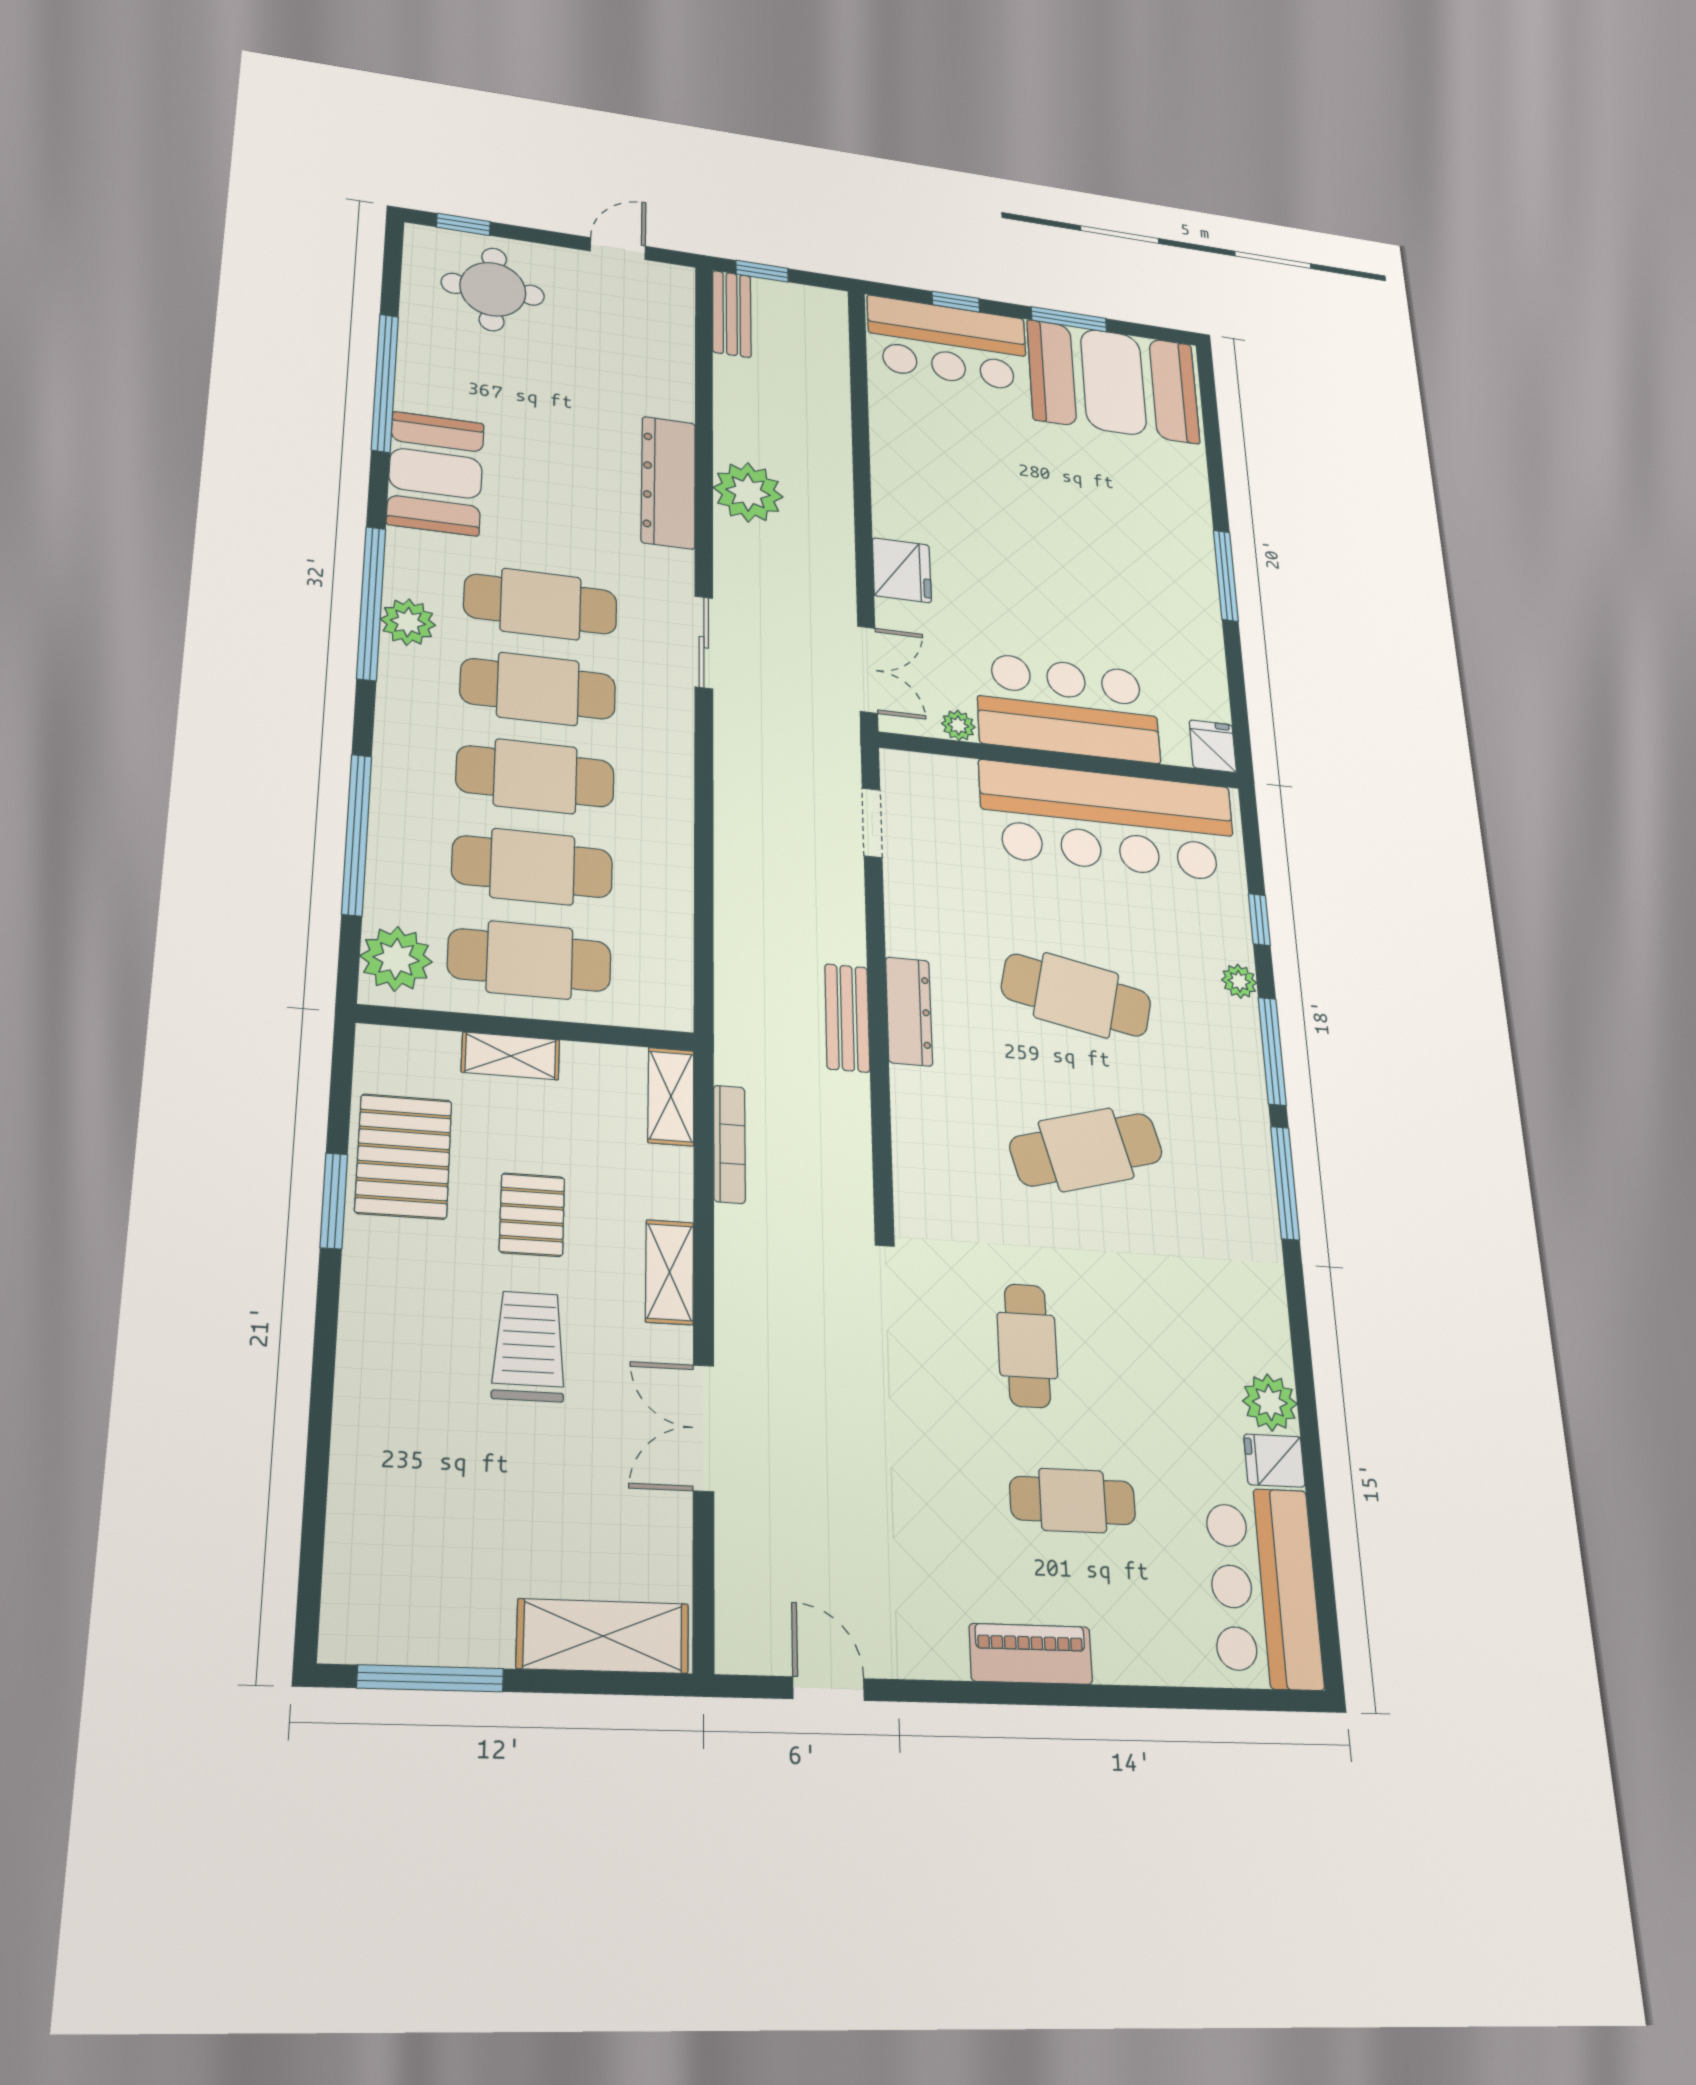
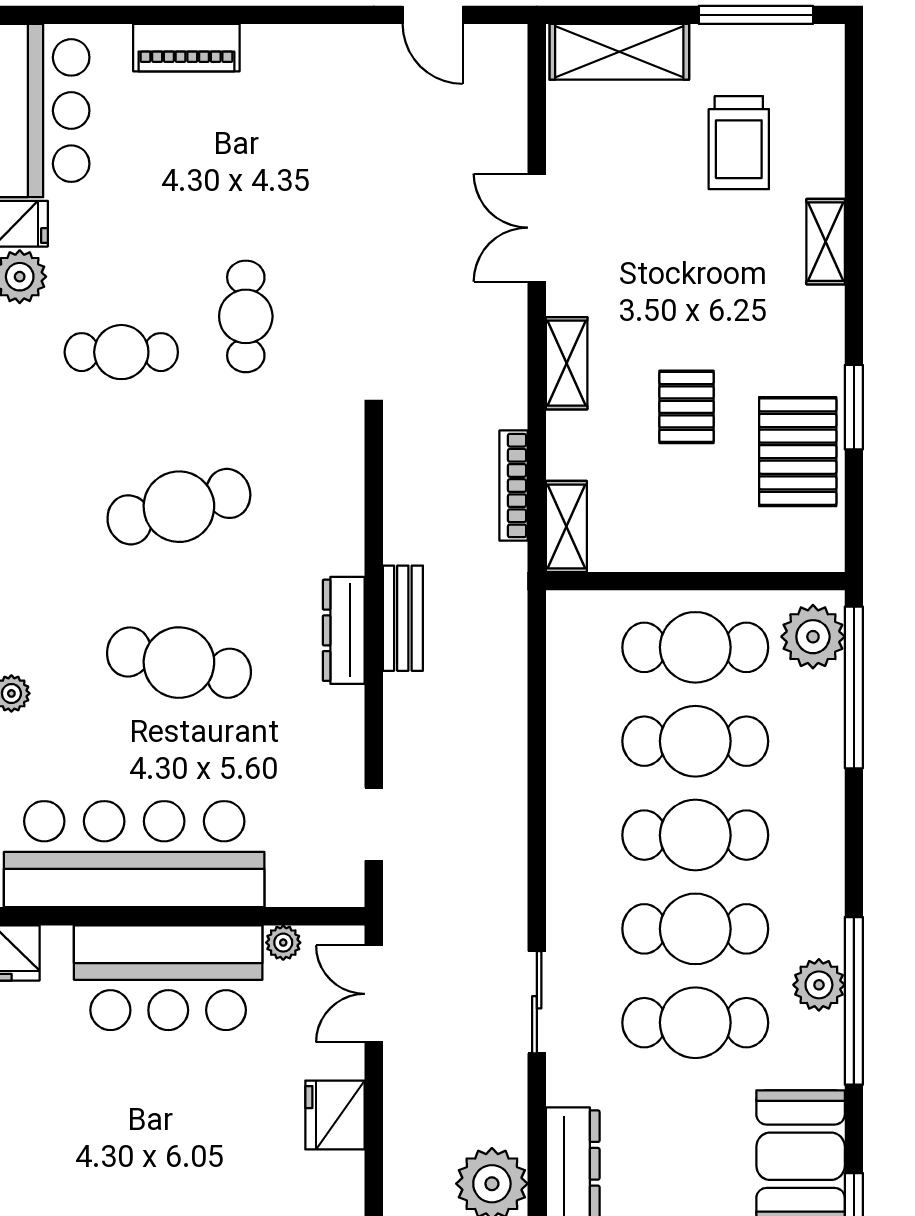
window: (357, 834) -> (854, 687), moved
shelving: (511, 1056) -> (826, 242), moved, turned 90
trolley: (529, 1346) -> (739, 143), moved
double door: (704, 1428) -> (537, 228), swing flipped
cafe table: (1073, 1501) -> (121, 352), moved
piano: (1031, 1654) -> (186, 48), moved

